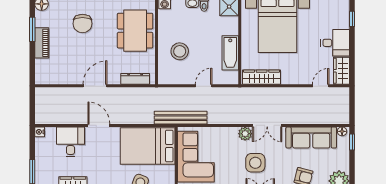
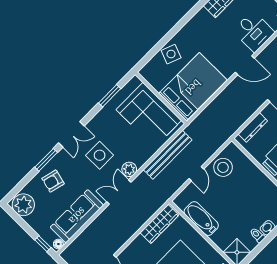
stool: (180, 51) -> (223, 167), moved
bench: (181, 118) -> (168, 155), moved

